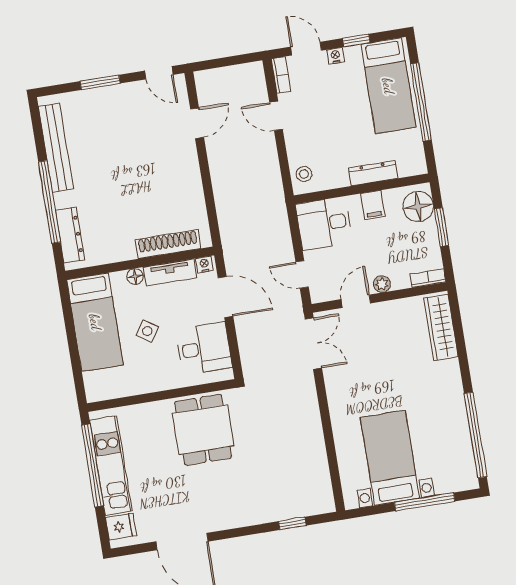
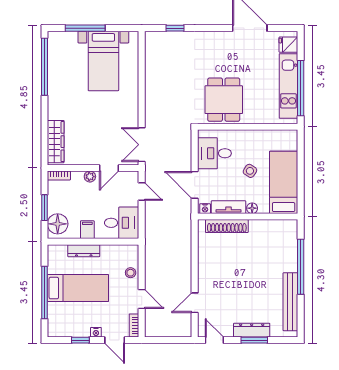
bed: (388, 86) -> (78, 288), moved, turned 90
stool: (304, 174) -> (131, 273), moved
dresser: (70, 235) -> (252, 330), moved, turned 90

